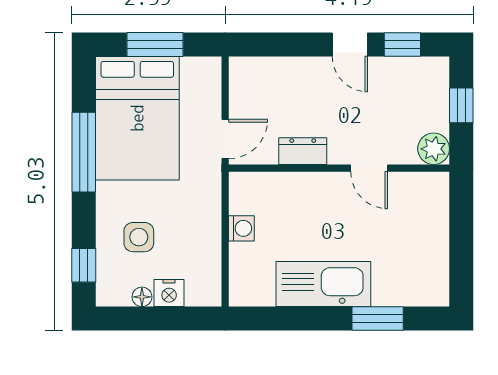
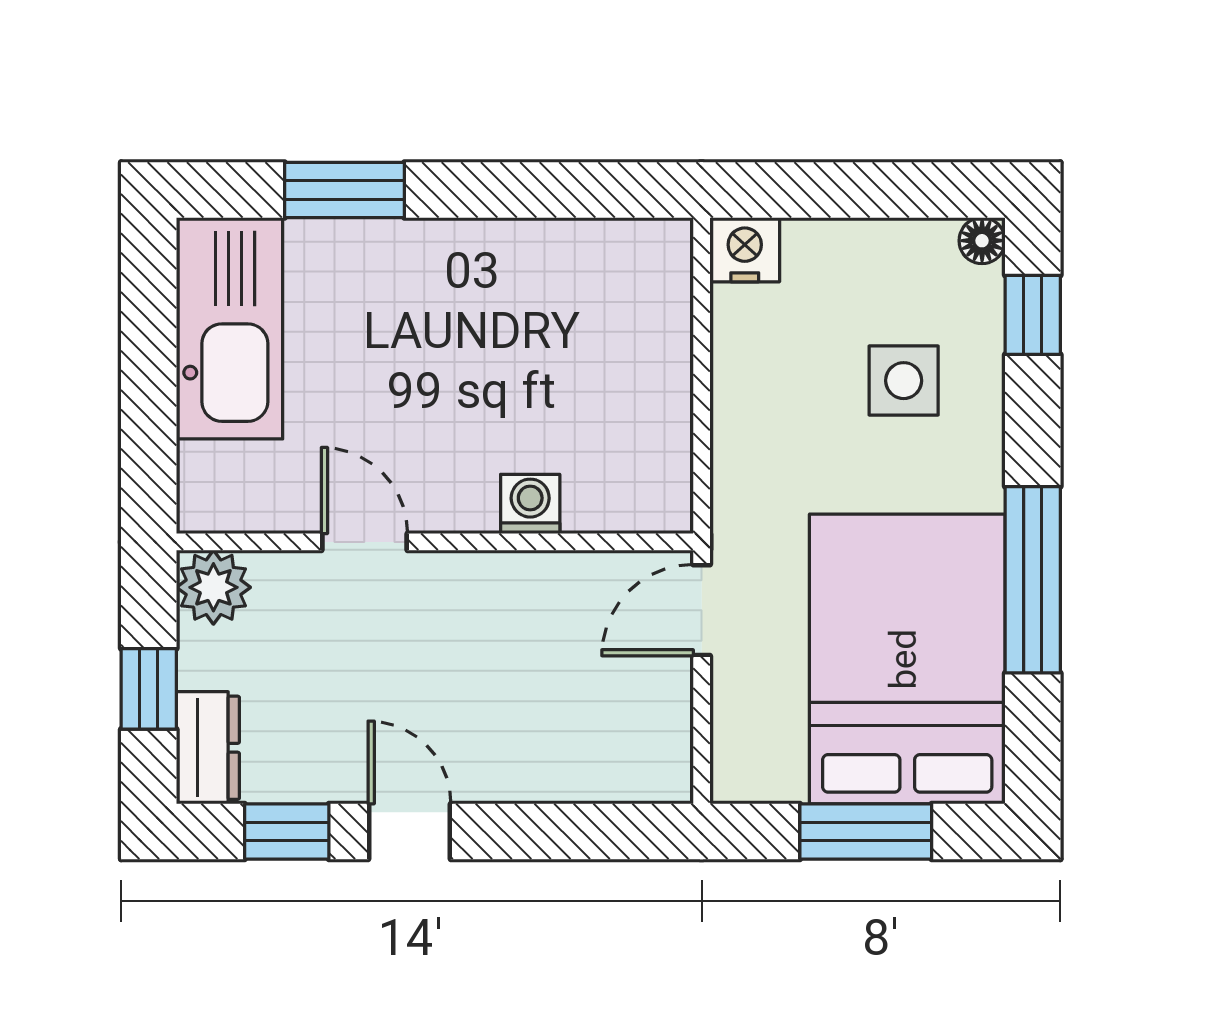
dresser: (303, 151) -> (208, 748), moved, turned -90
washing machine: (241, 228) -> (530, 504), moved, turned 90
kitchen sink: (323, 284) -> (230, 328), moved, turned -90
nightstand: (169, 293) -> (745, 250), moved
floor lamp: (142, 297) -> (982, 241), moved

